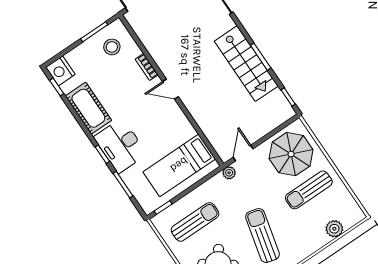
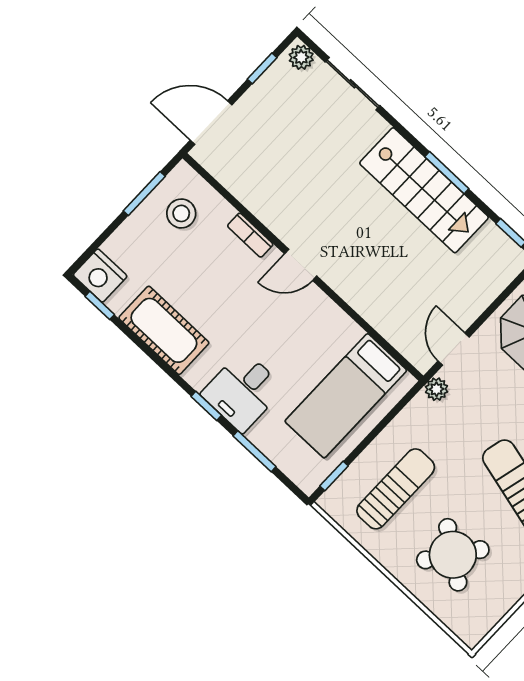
desk: (120, 146) -> (243, 391), width x0.73

